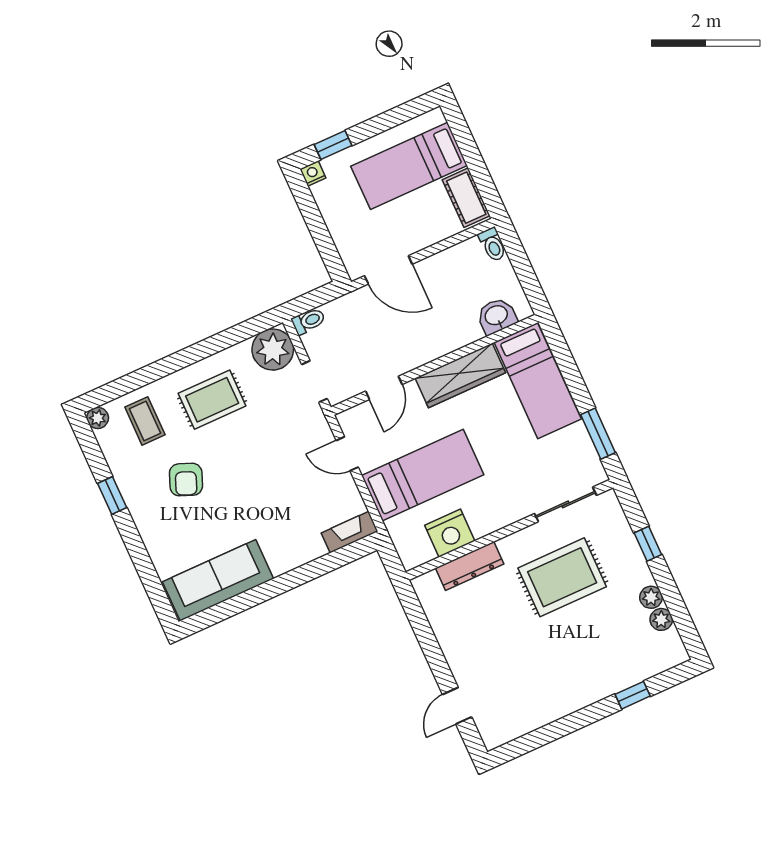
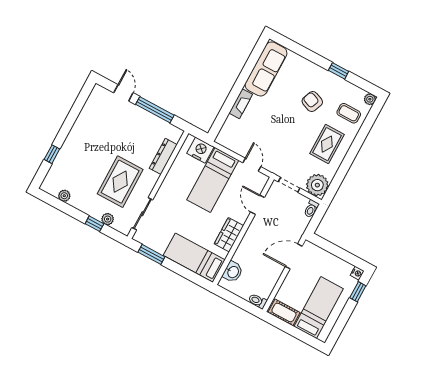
wardrobe: (460, 375) -> (229, 235), width x0.67
door: (347, 454) -> (252, 165), hinge flipped
fireplace: (350, 532) -> (241, 104), moved
nightstand: (450, 533) -> (200, 150), moved, turned 90
plant: (651, 597) -> (108, 219), moved
window: (429, 645) -> (155, 110), added

